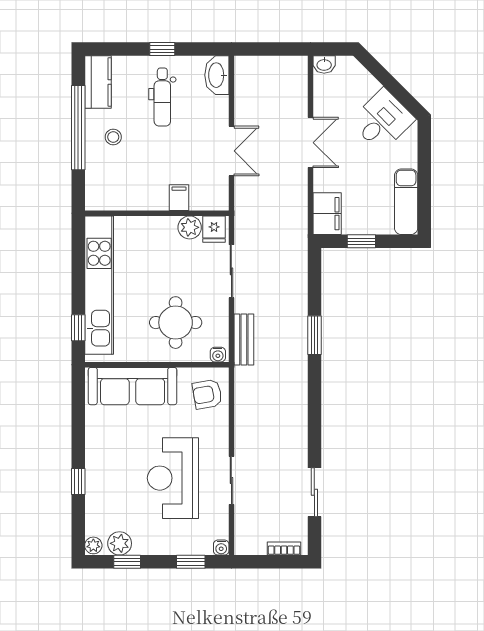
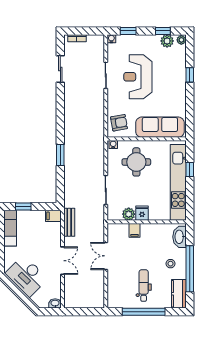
window: (162, 49) -> (144, 312), width x3.17
washbasin: (217, 75) -> (180, 237), moved, turned 180
desk: (382, 120) -> (26, 276), width x1.37
double door: (310, 143) -> (62, 261), swing flipped
filing cabinet: (327, 214) -> (53, 216), width x0.50
fridge: (214, 229) -> (142, 213), moved
window: (361, 241) -> (23, 206), moved
window: (78, 328) -> (190, 170), moved
bench: (244, 339) -> (69, 222), moved
reception desk: (173, 478) -> (138, 77), turned 180

